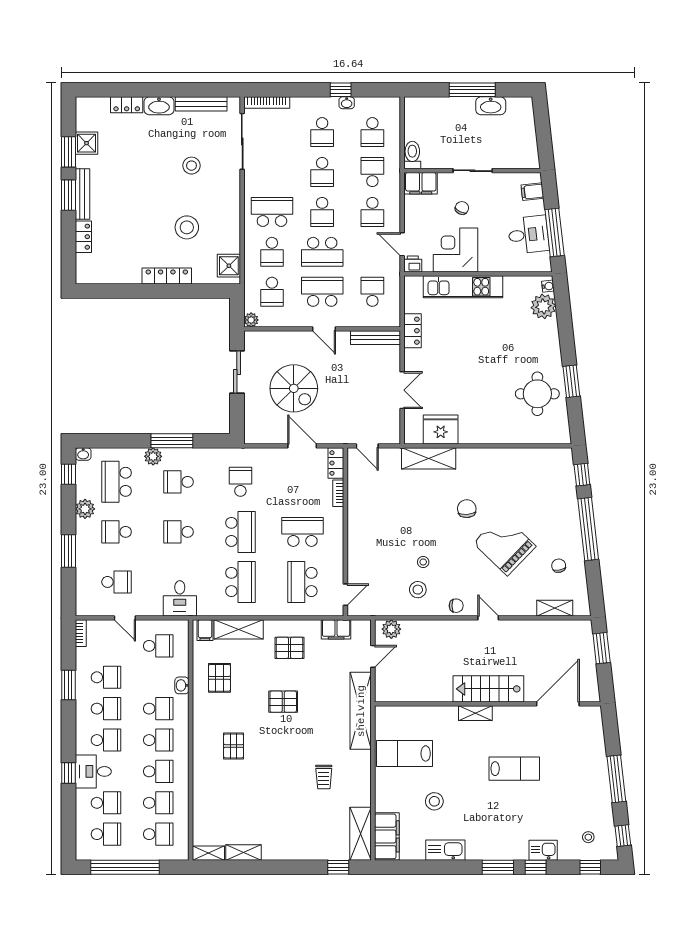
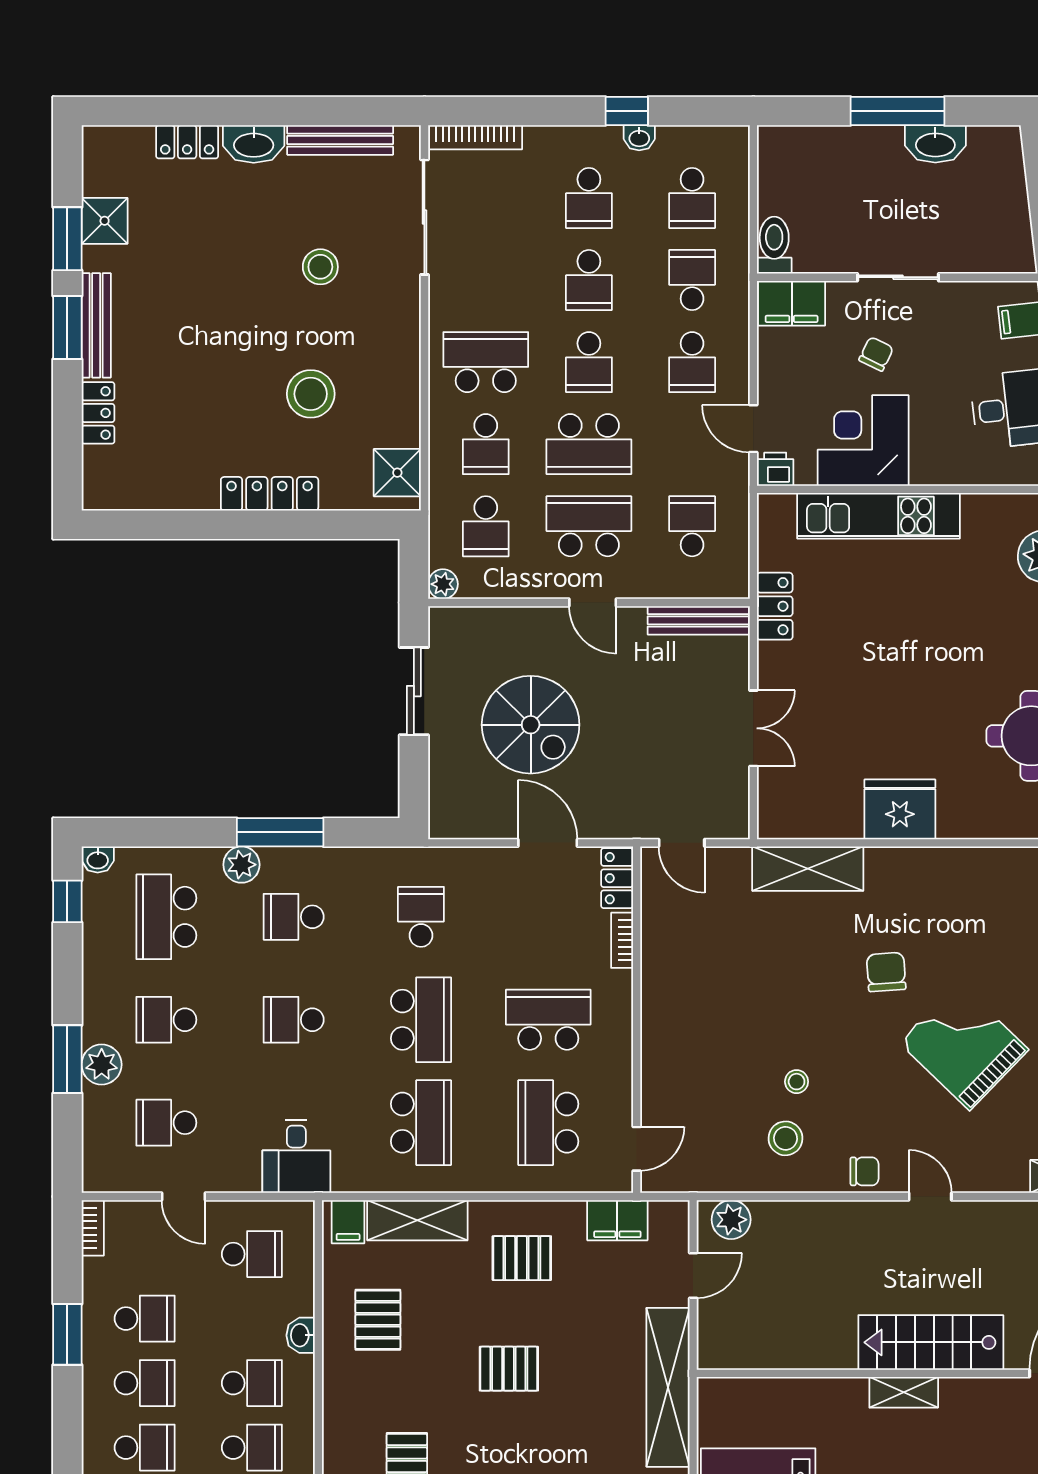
fridge: (441, 430) -> (900, 809), moved
plant: (85, 509) -> (102, 1065), moved
school desk: (117, 582) -> (166, 1123), turned 180

